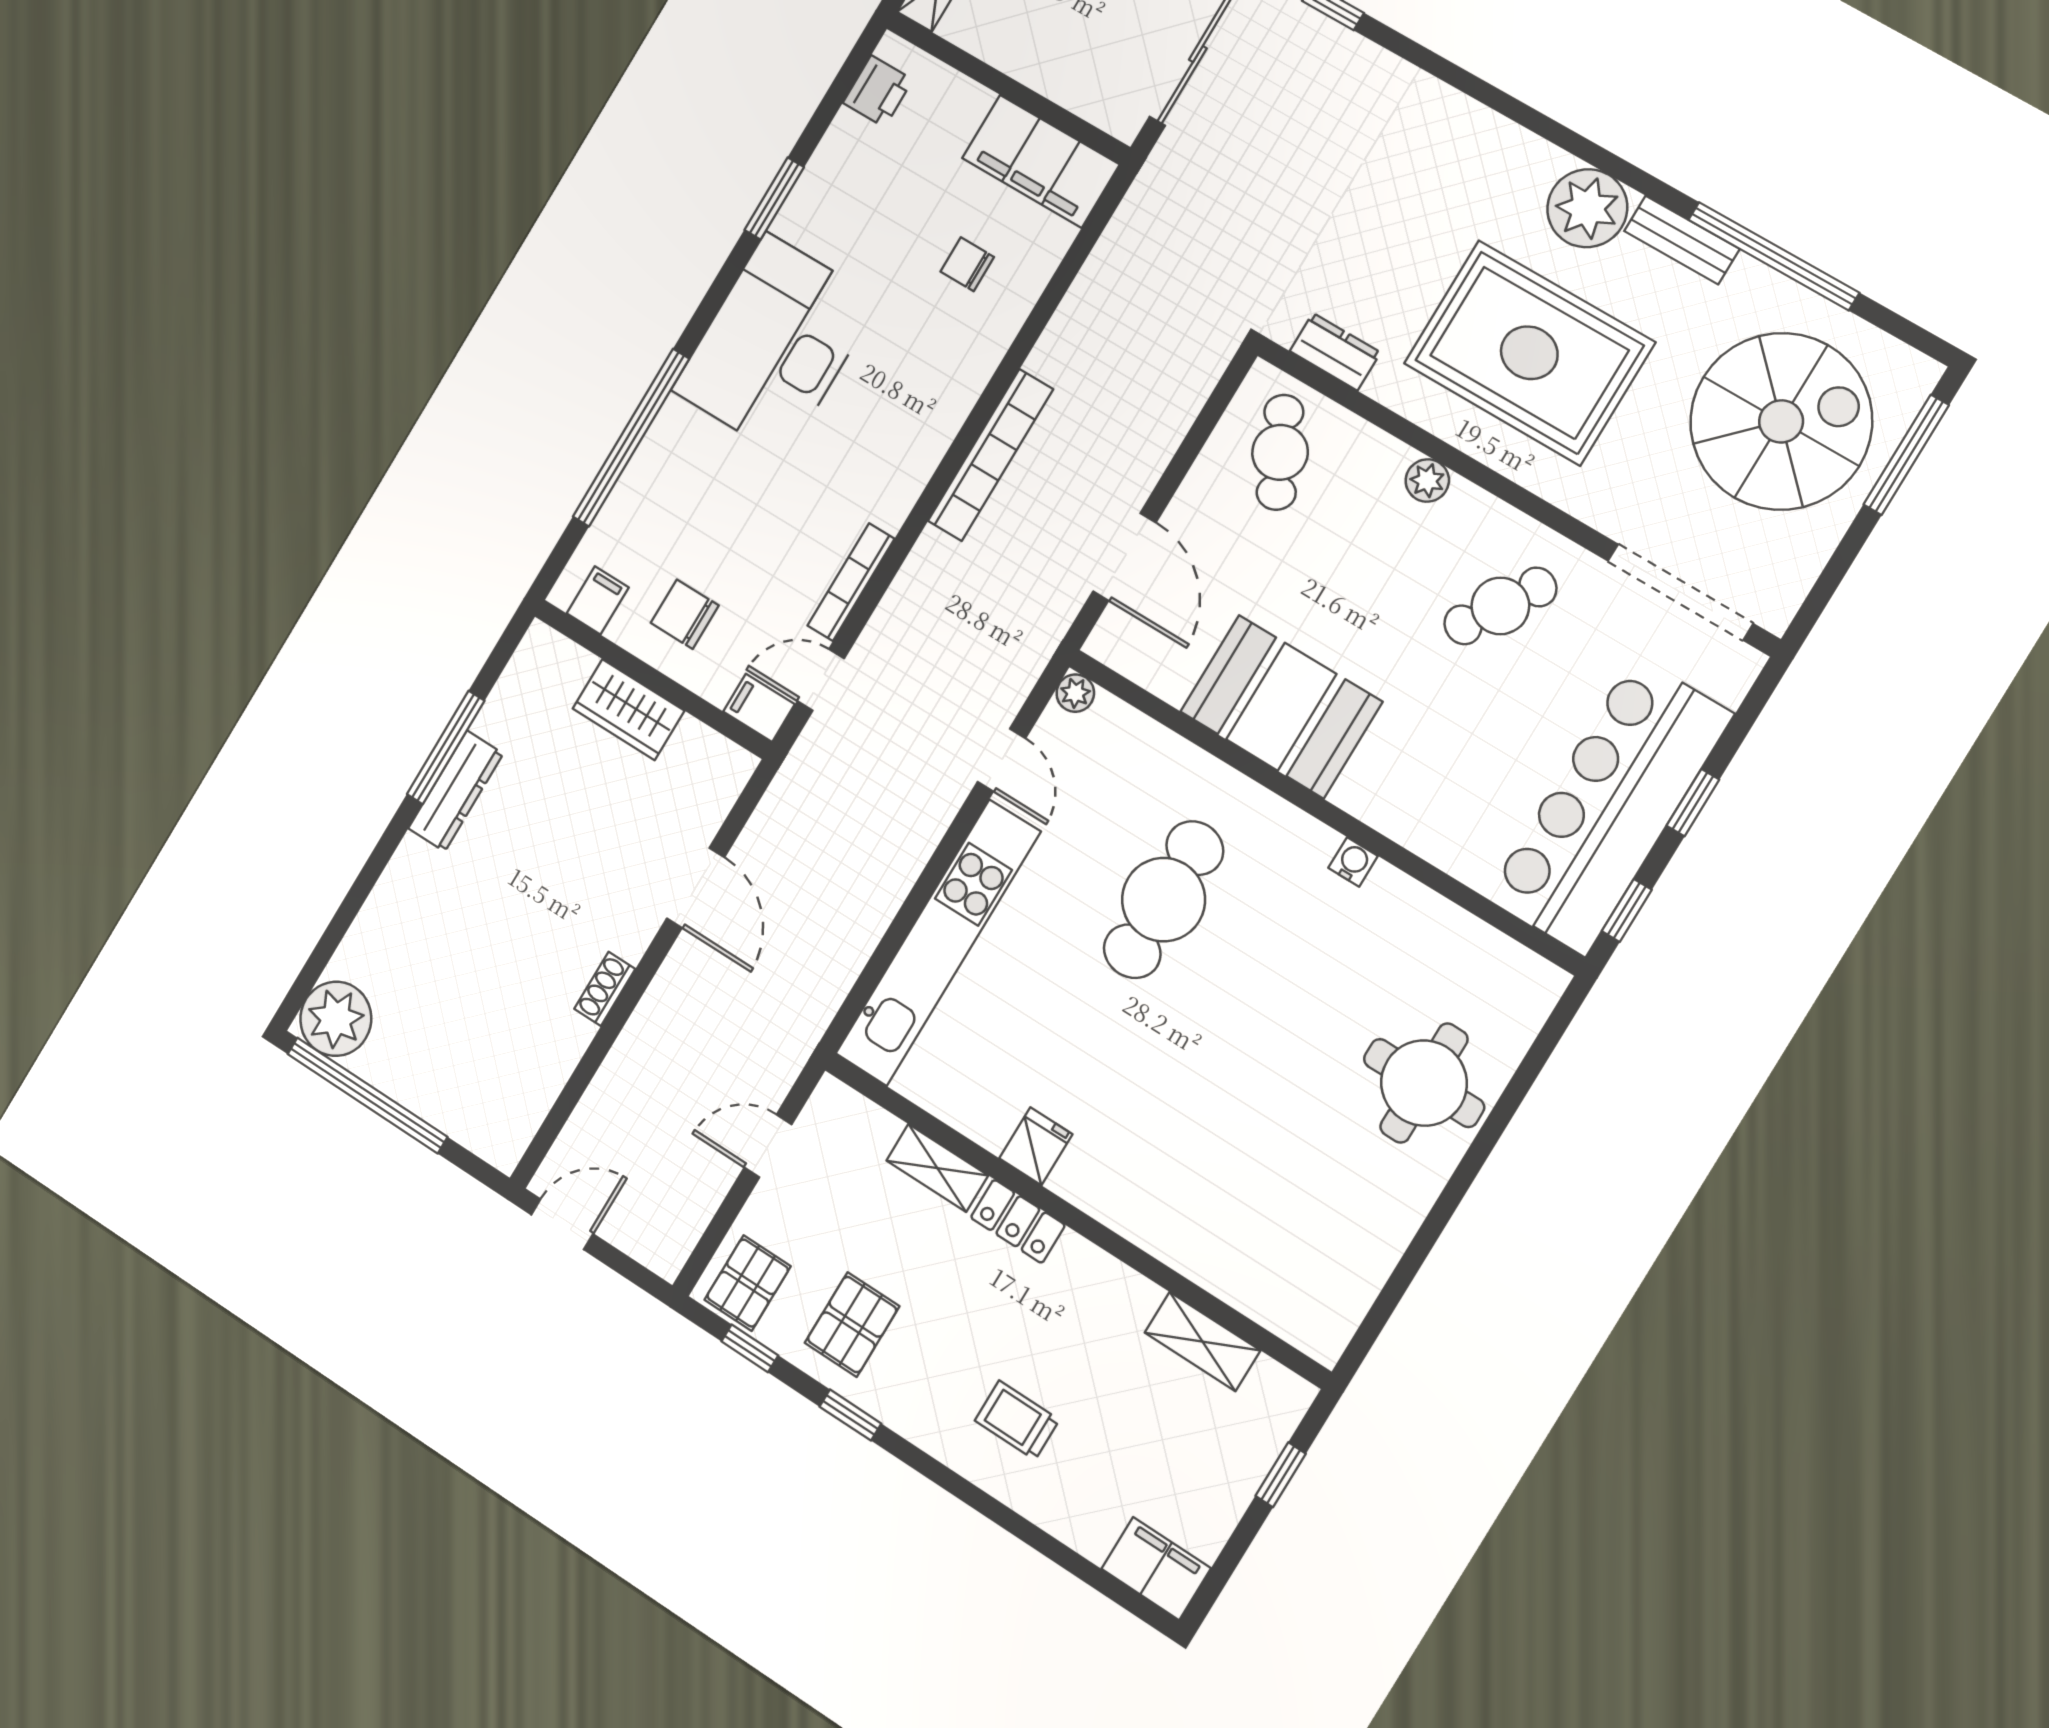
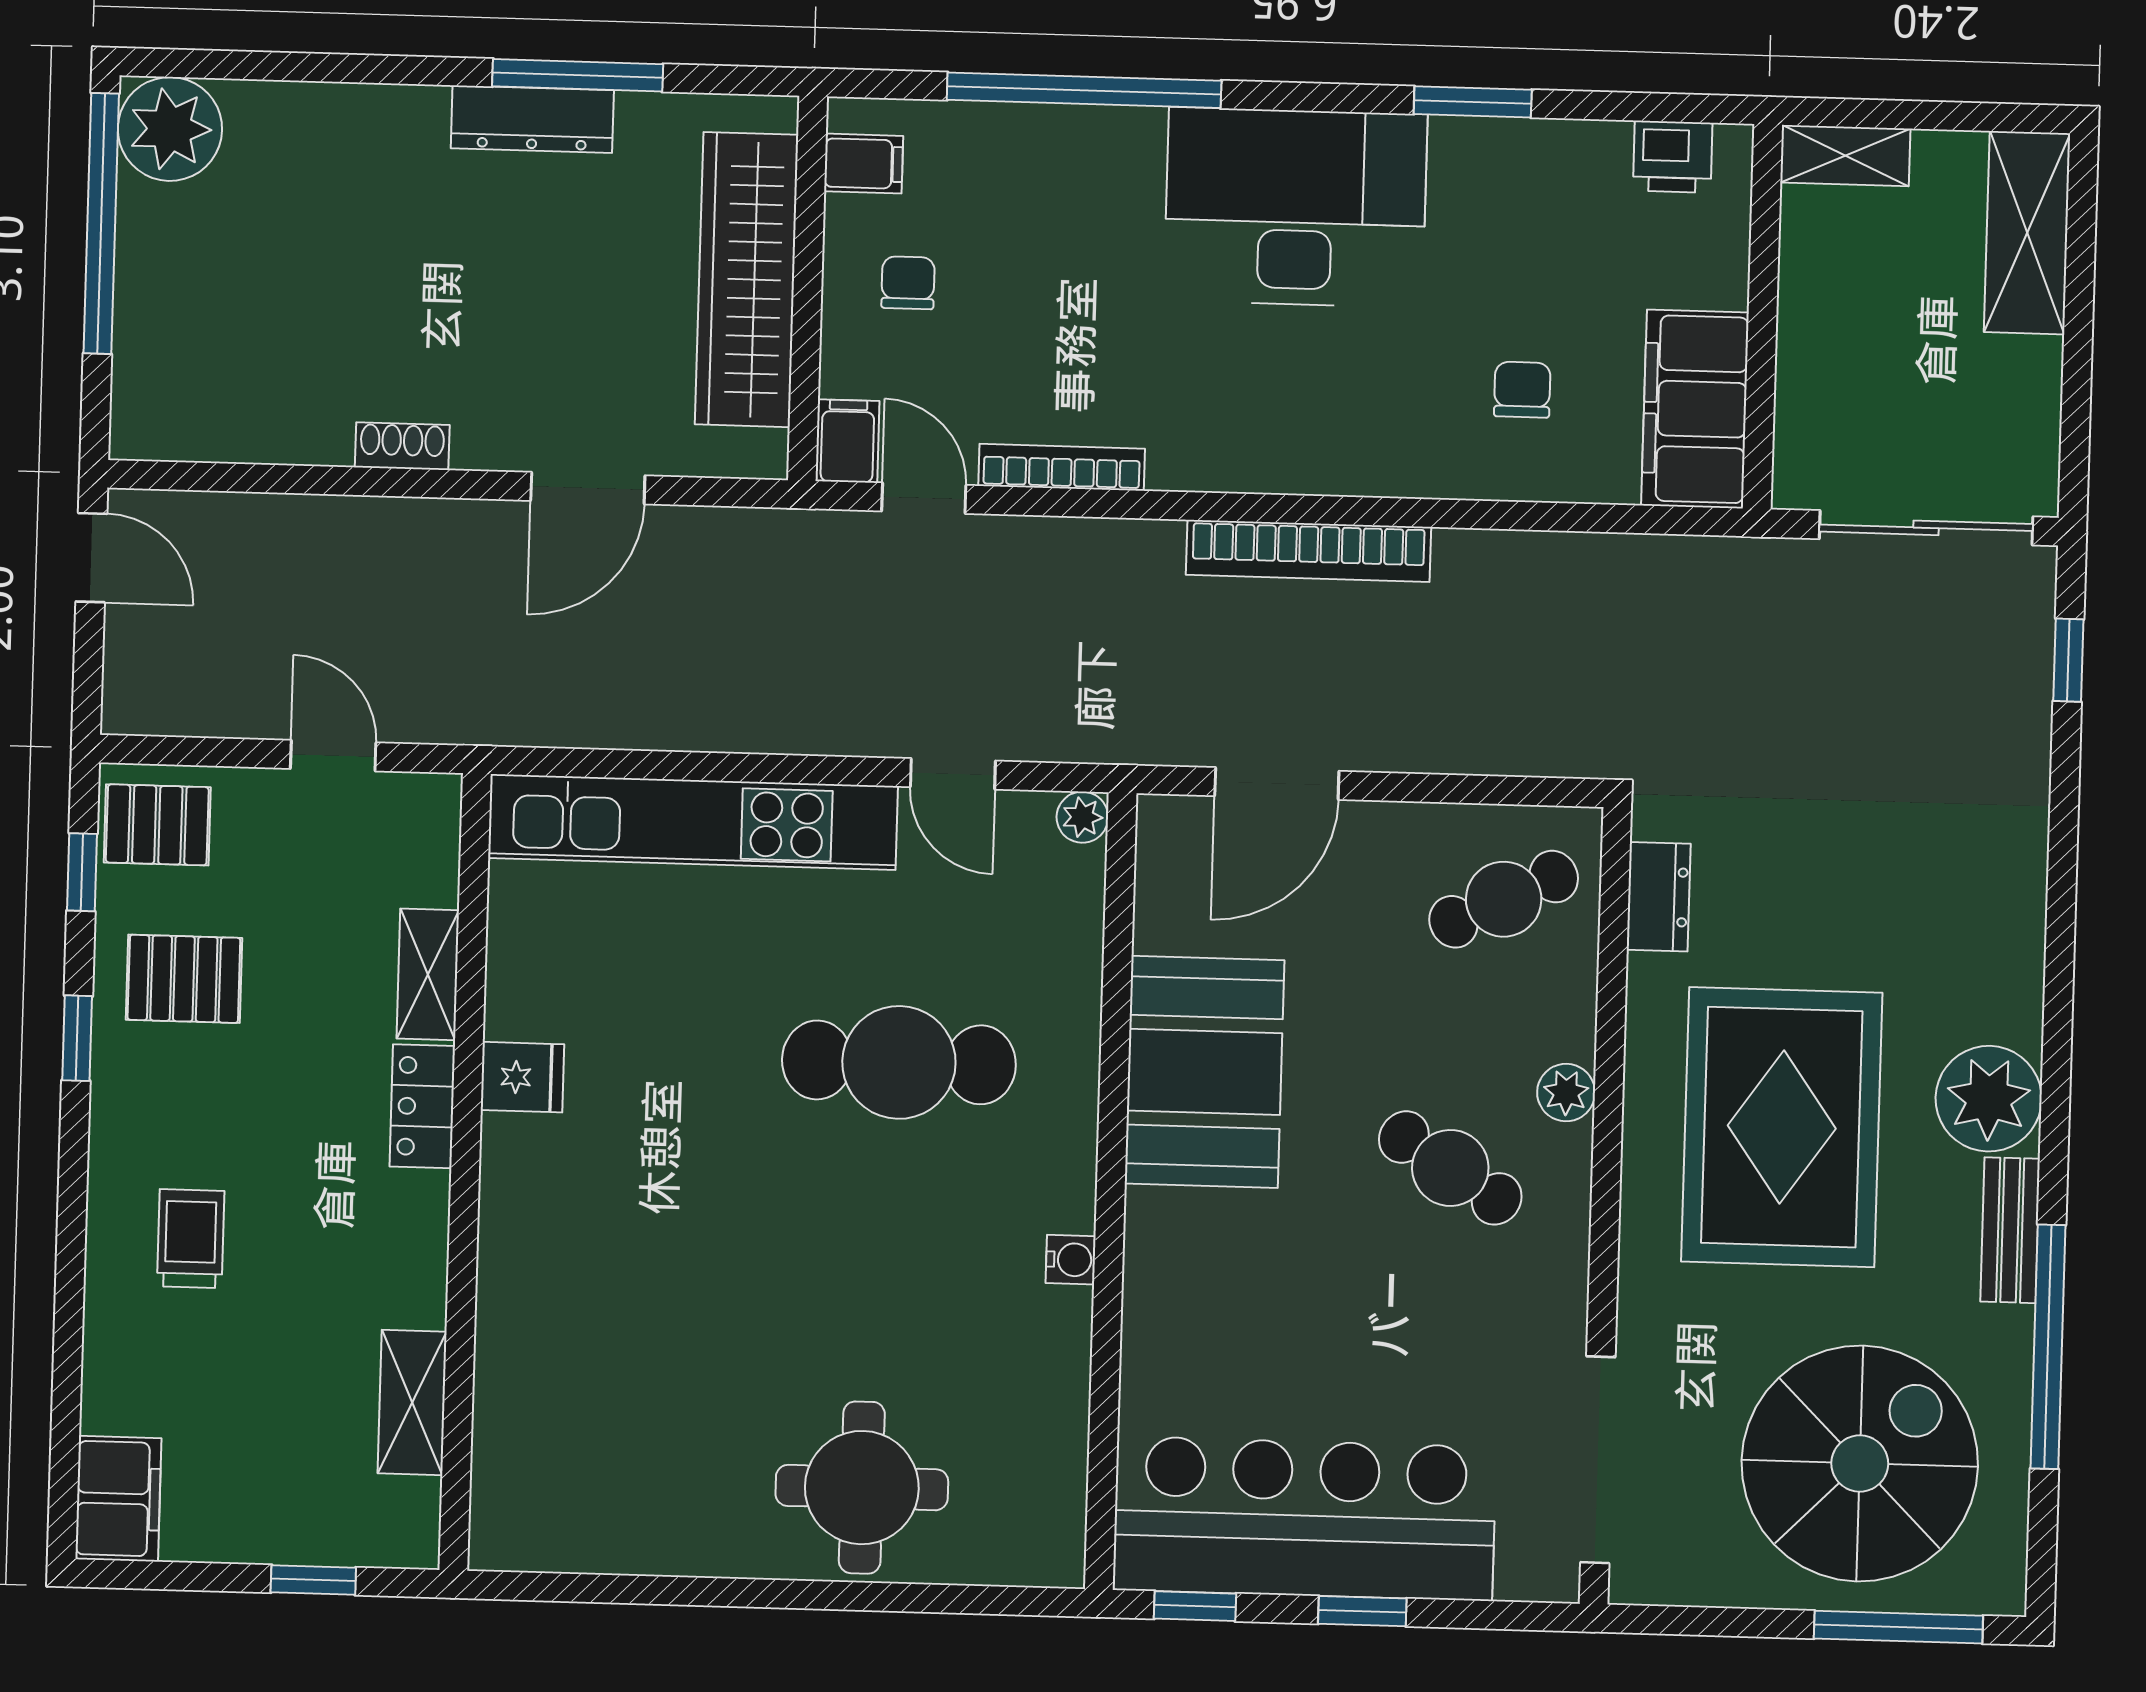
spiral stairs: (1781, 421) -> (1860, 1463), turned -90
cafe table: (1500, 606) -> (1450, 1168), moved
chair: (685, 614) -> (908, 283), width x0.73, depth x0.73
wardrobe: (629, 710) -> (747, 280), width x2.10, depth x1.17
door: (1001, 760) -> (953, 774), hinge flipped

